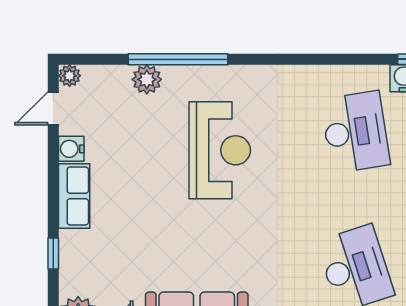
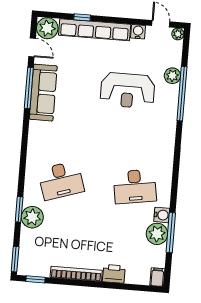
reception desk: (220, 150) -> (127, 91), moved
row of seats: (74, 196) -> (95, 30), width x2.02

